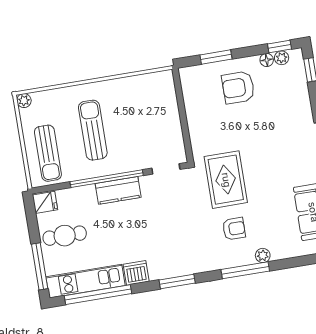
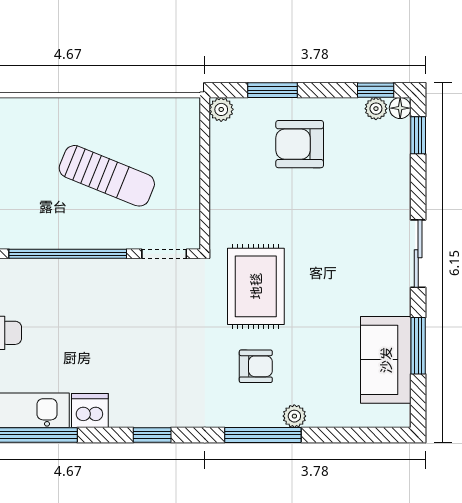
floor lamp: (267, 60) -> (400, 108), moved
plant: (186, 74) -> (221, 109), added
sun lounger: (93, 130) -> (107, 176), moved, turned 112
kitchen counter: (118, 190) -> (83, 275), removed
window: (177, 282) -> (152, 435), width x0.67

